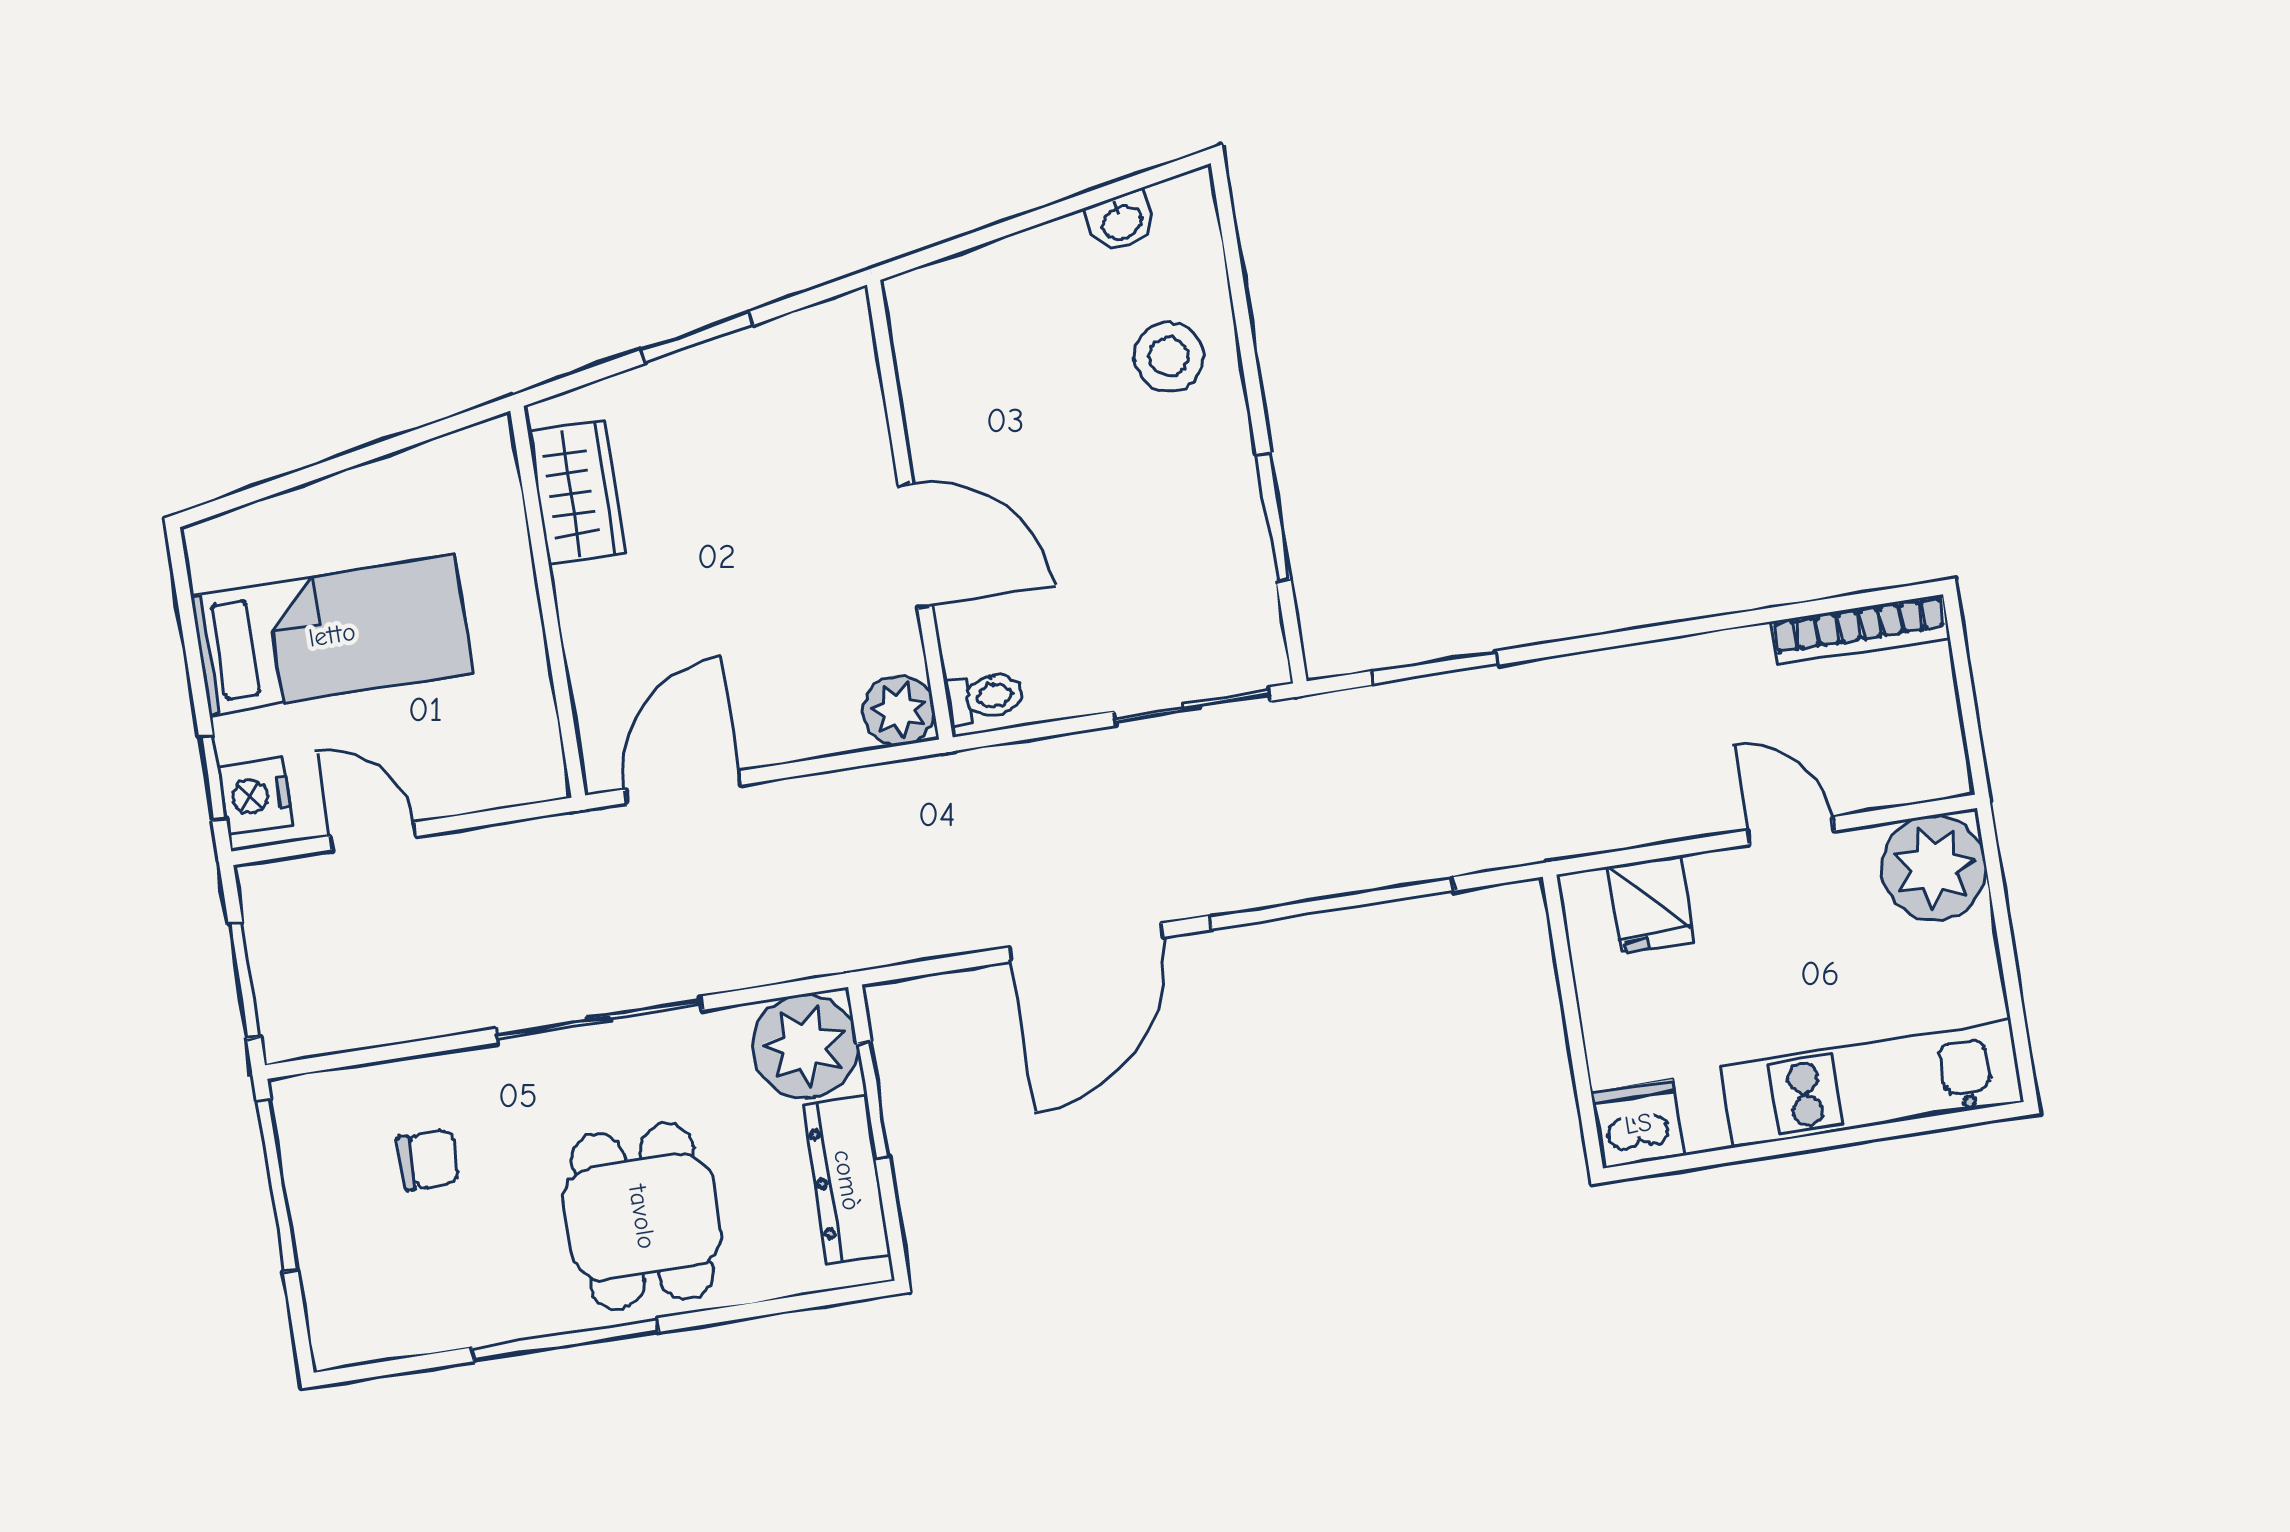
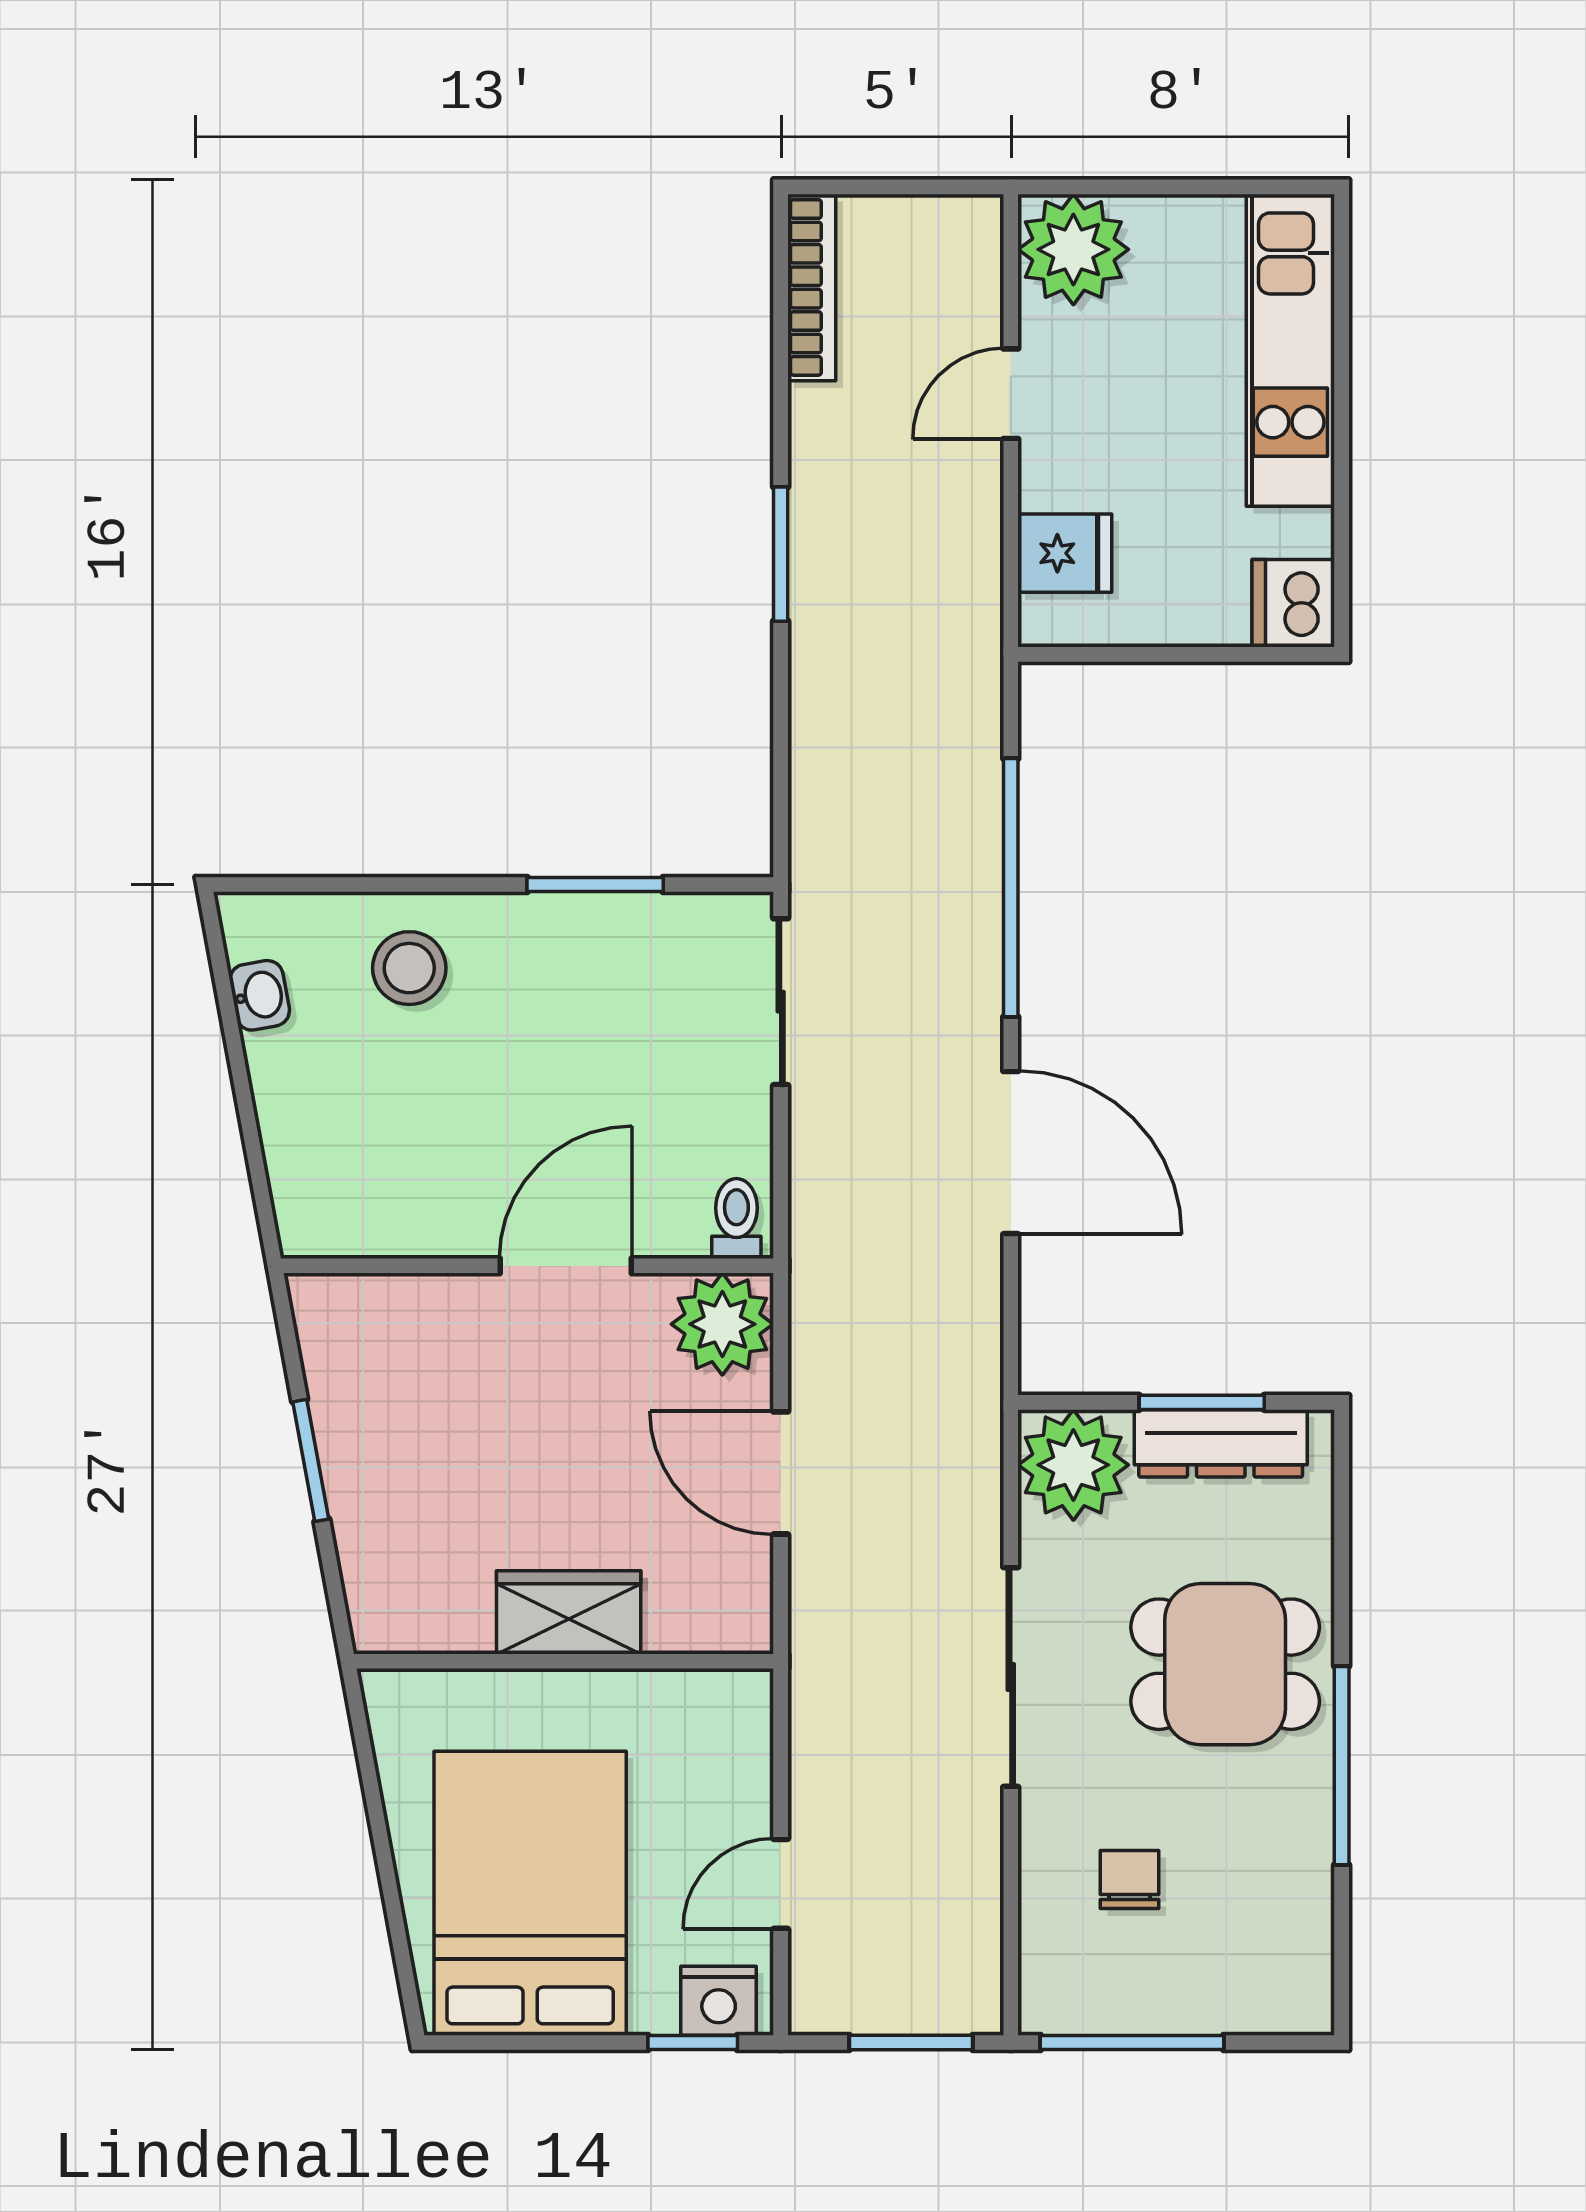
wardrobe: (577, 493) -> (569, 1612), moved
bed: (332, 635) -> (530, 1893), width x1.50
window: (1435, 668) -> (781, 554), moved
plant: (899, 710) -> (722, 1324), width x1.36, depth x1.36
door: (683, 787) -> (781, 1473), moved
window: (873, 1100) -> (1202, 1402), moved

